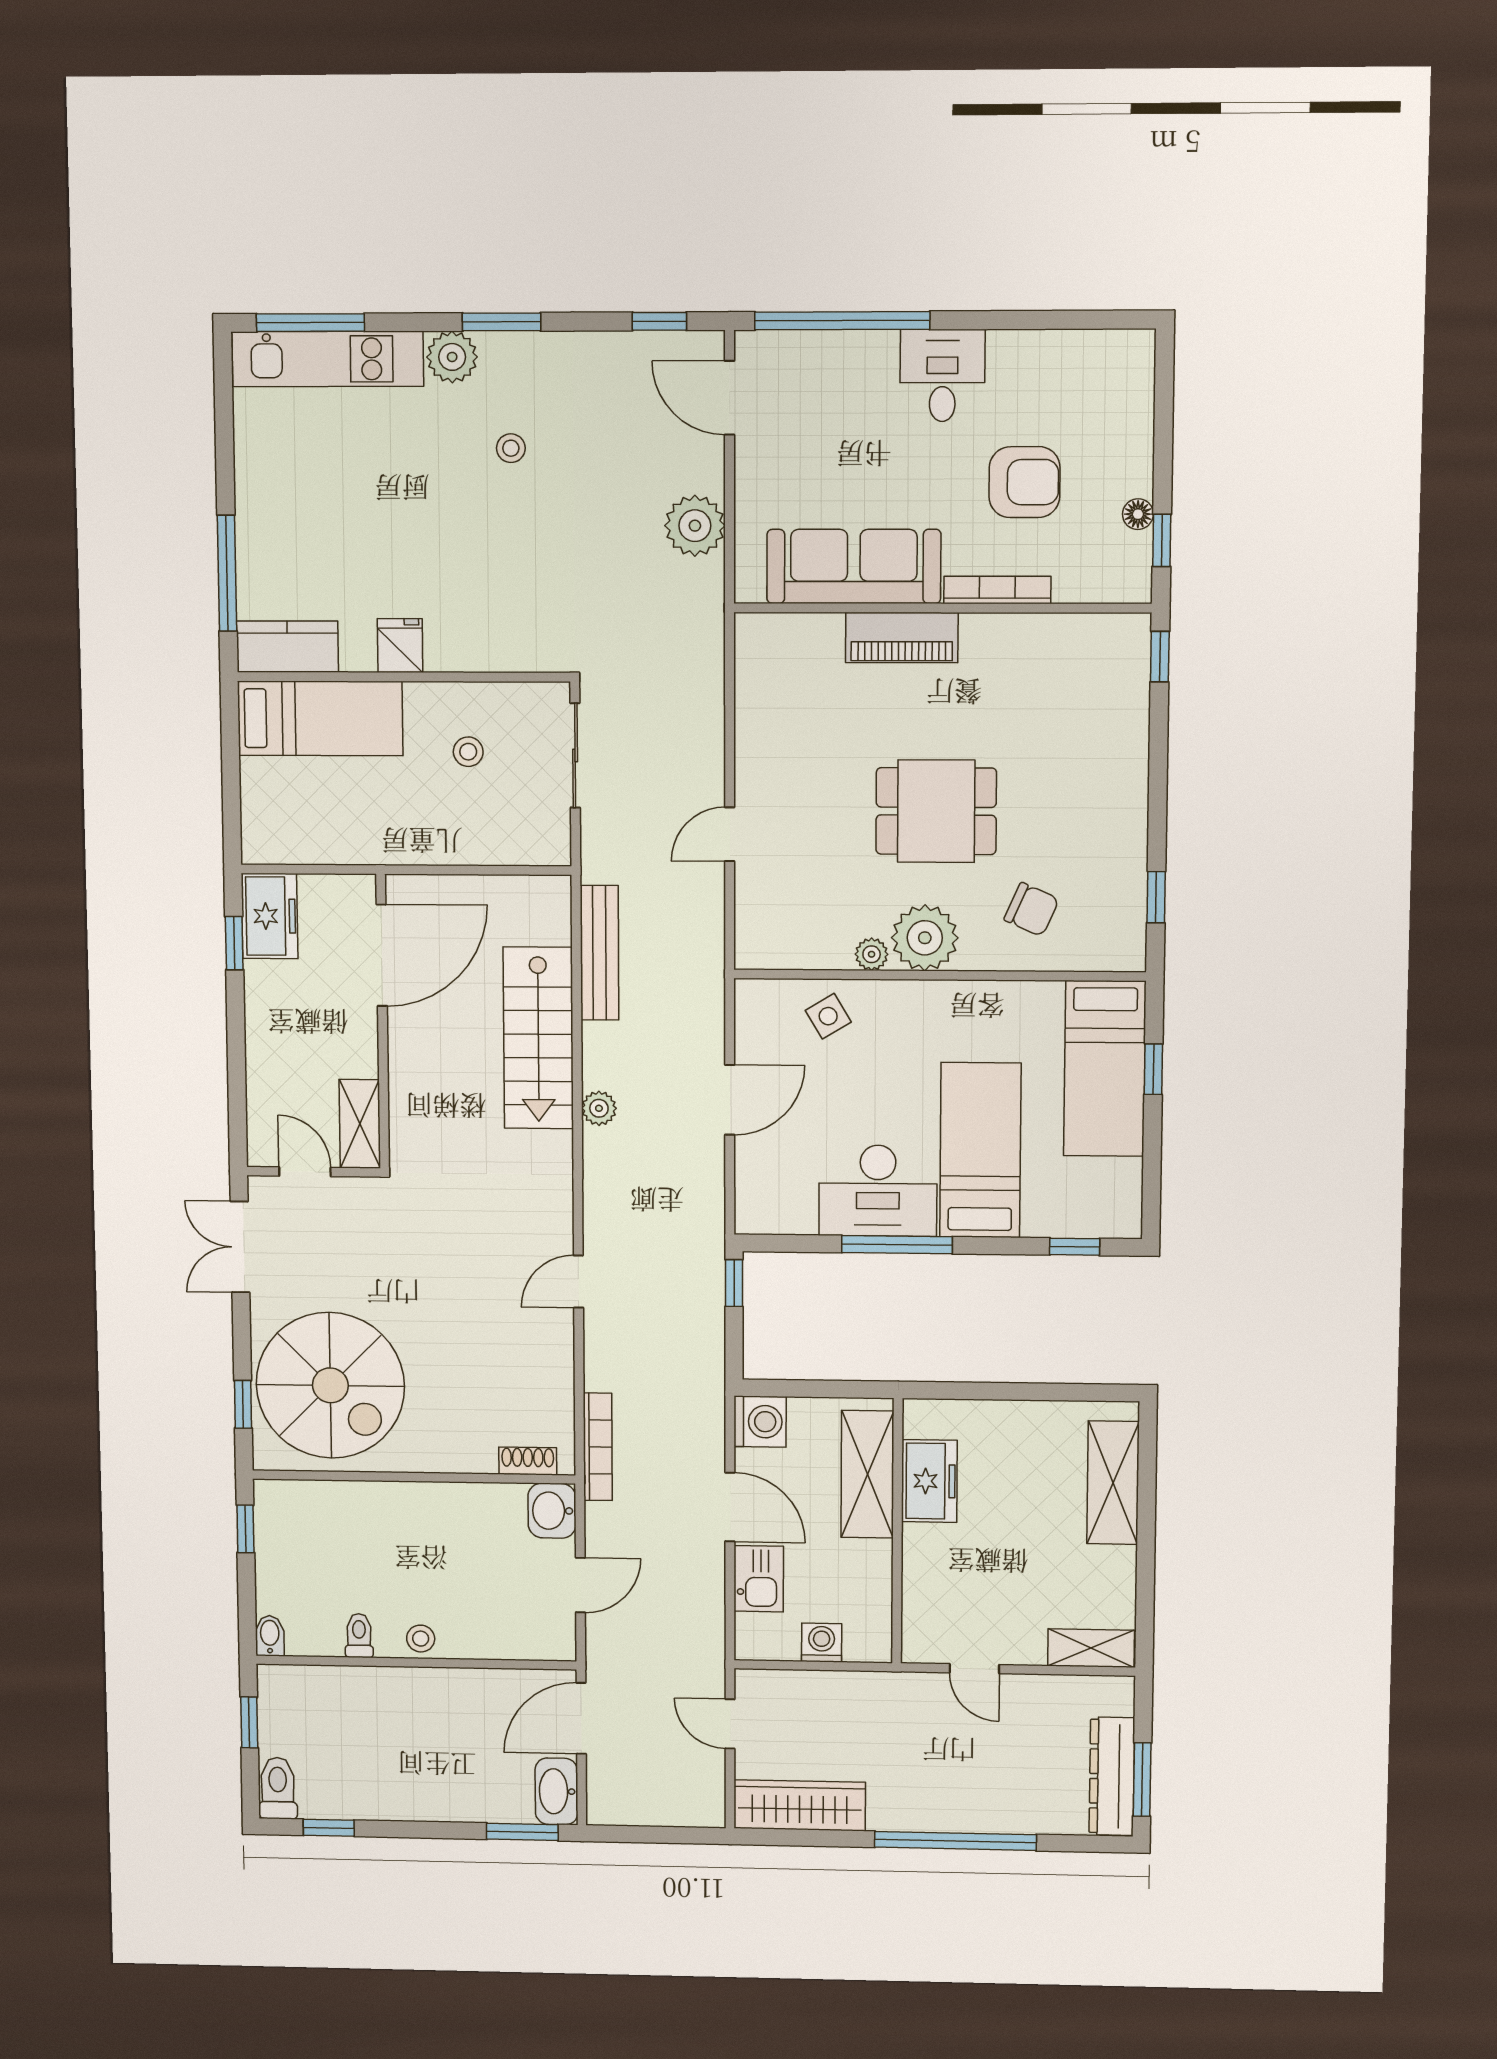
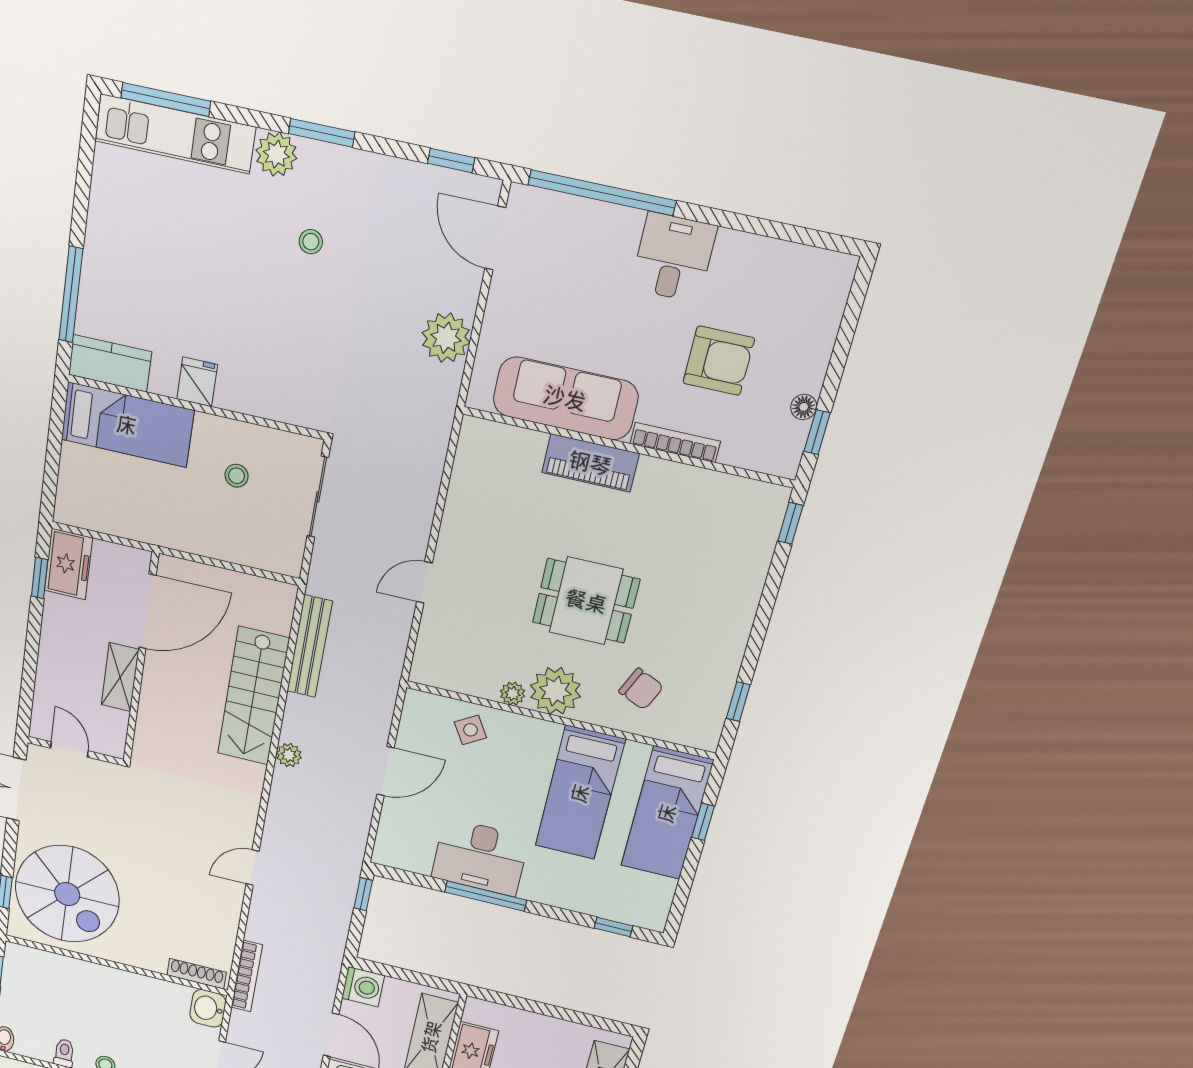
shelving: (360, 1124) -> (120, 677), moved
bed: (980, 1150) -> (580, 793), moved, turned 180
shoe rack: (528, 1461) -> (197, 974), width x1.43

